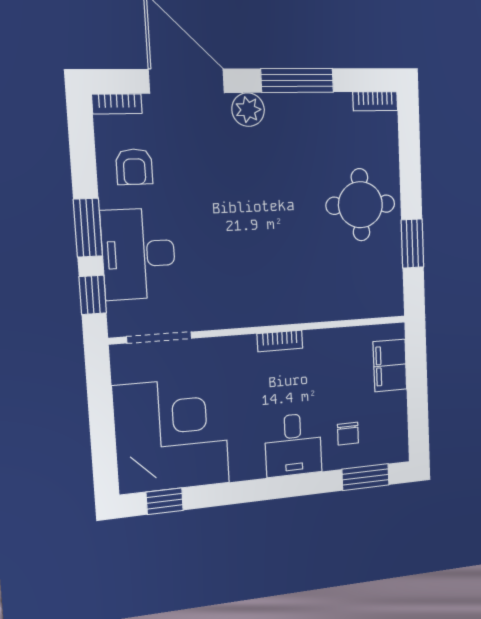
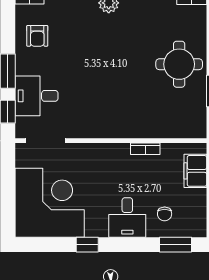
desk: (139, 254) -> (36, 96), width x0.73
bookcase: (280, 341) -> (145, 149), moved
window: (165, 501) -> (87, 245), moved

